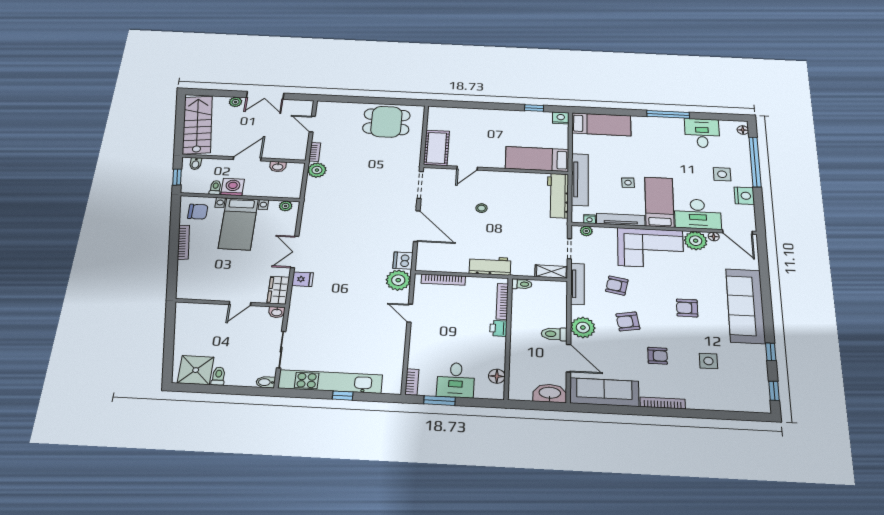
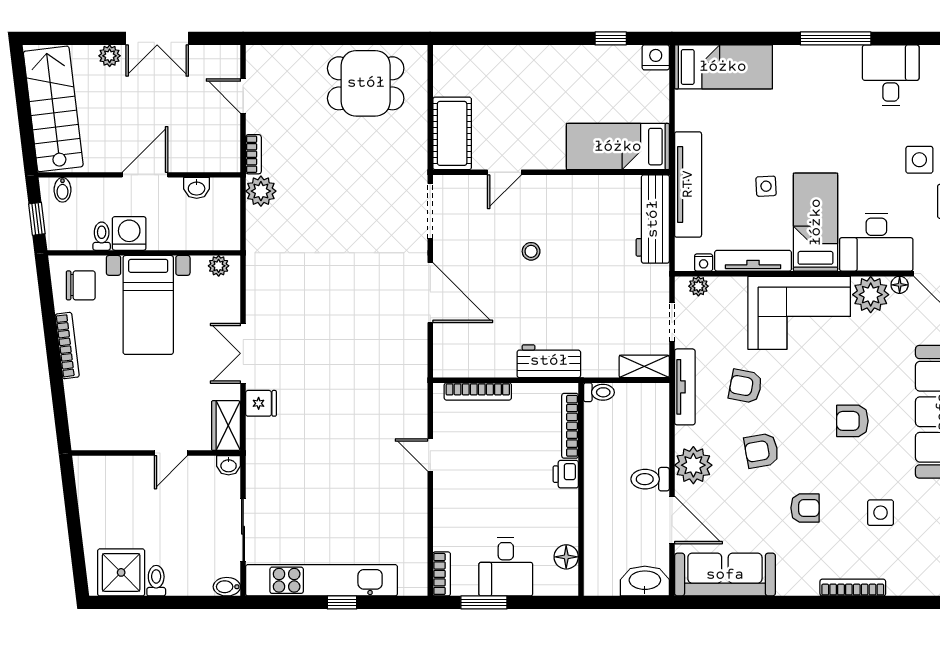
dishwasher: (403, 261) -> (413, 360), removed
plant: (398, 280) -> (408, 396), removed
bookcase: (663, 403) -> (853, 588), moved

